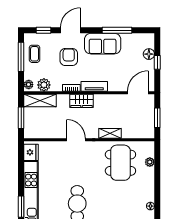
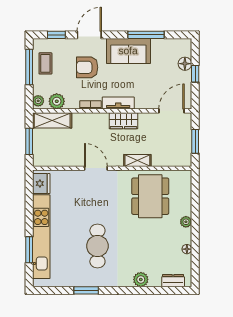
armchair: (69, 57) -> (87, 67), turned -90
wardrobe: (82, 101) -> (123, 121), moved
plant: (150, 162) -> (186, 222), moved

